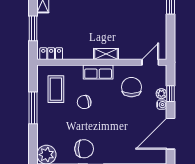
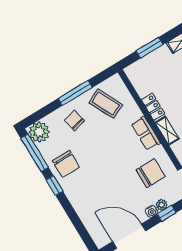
locker: (51, 54) -> (153, 107), moved
coffee table: (56, 89) -> (106, 104), turned 64
chair: (84, 102) -> (74, 121), moved

